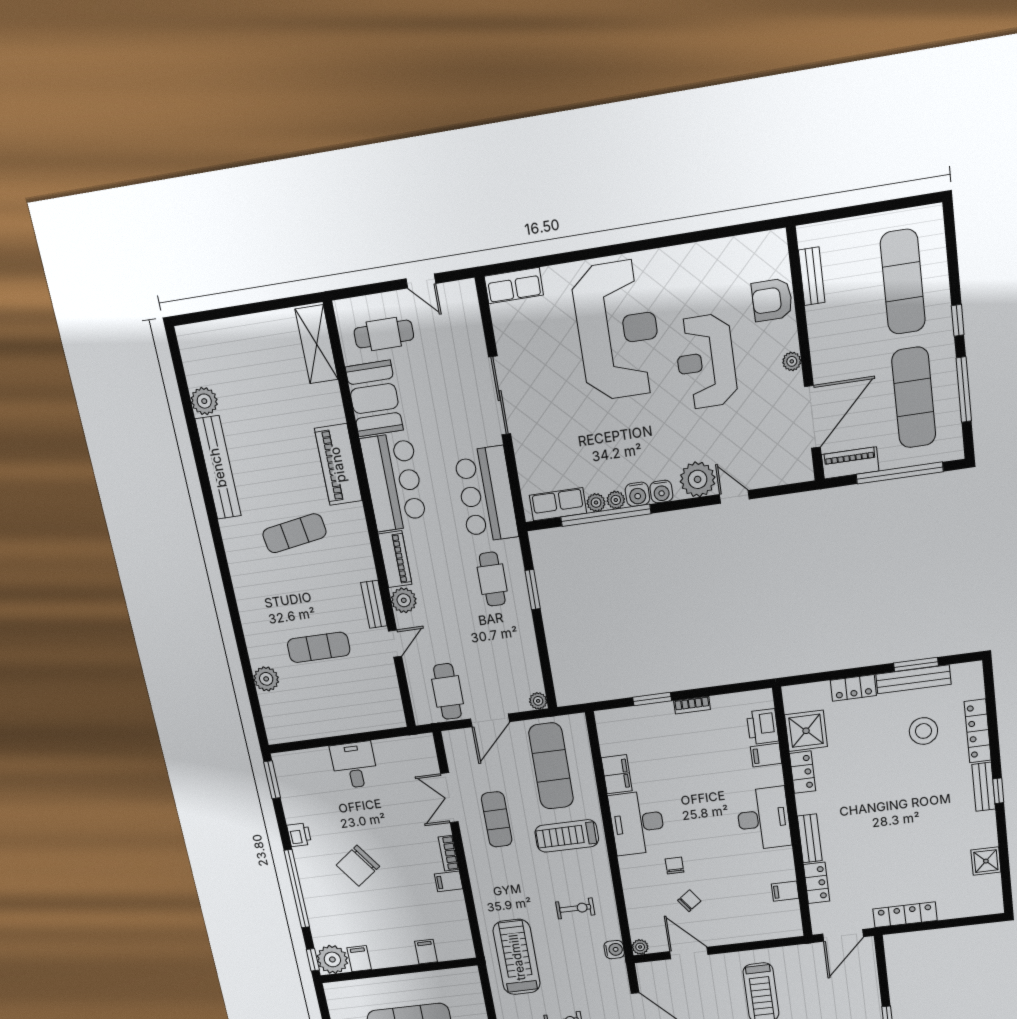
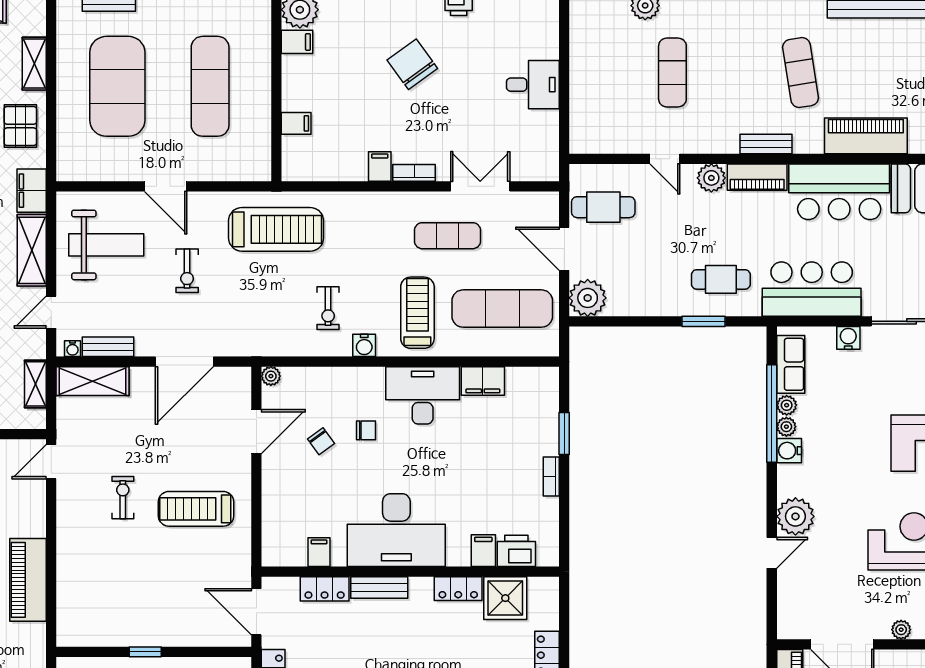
water cooler: (661, 492) -> (848, 338), moved, turned 90
bench: (374, 604) -> (766, 144), moved
plant: (538, 701) -> (588, 298), width x1.87, depth x1.87
desk: (764, 819) -> (396, 530), width x1.36, depth x1.30
water cooler: (614, 950) -> (364, 345), moved

